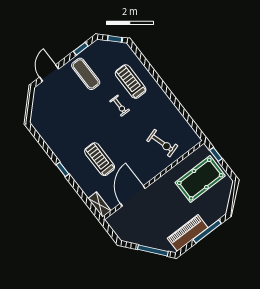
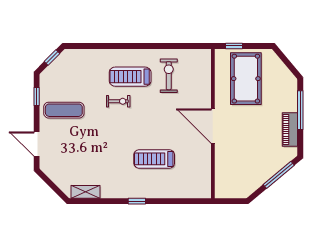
treadmill: (131, 82) -> (130, 77), moved
exercise bike: (162, 143) -> (169, 76), moved, turned -73
door: (133, 196) -> (213, 126), moved
shelving: (99, 205) -> (85, 192), moved
piano: (188, 233) -> (290, 130), width x0.73, depth x0.75

